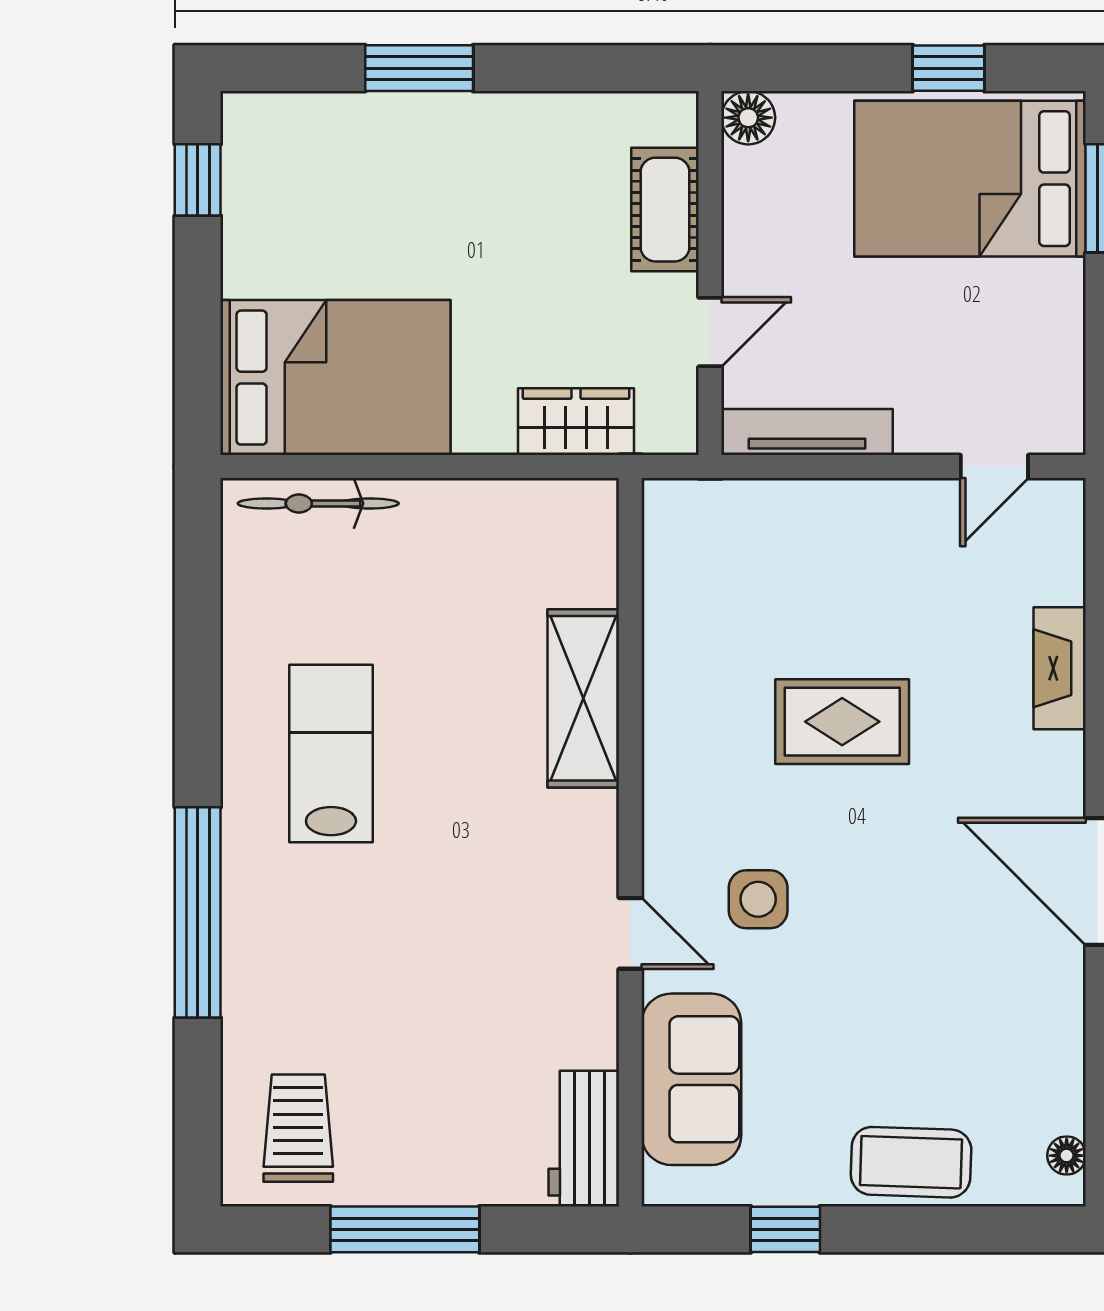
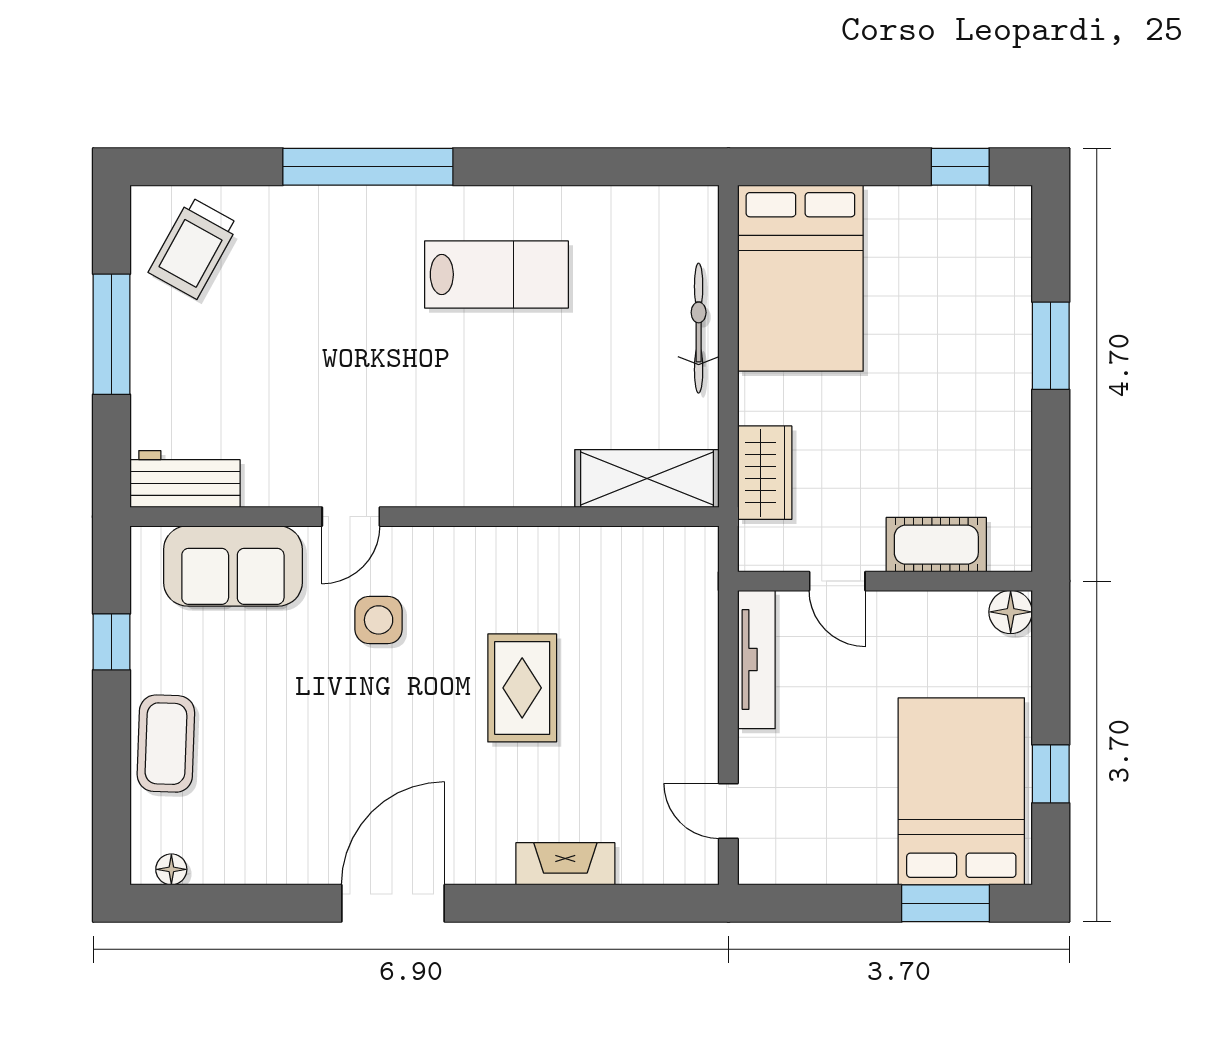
bicycle: (318, 503) -> (699, 328), moved
shelving: (583, 698) -> (647, 479), moved
trolley: (298, 1128) -> (193, 248), turned 119

